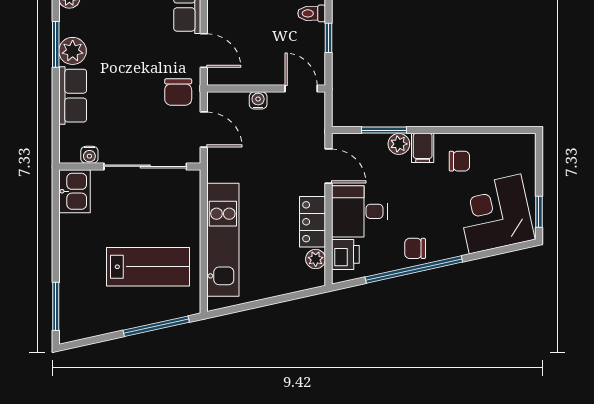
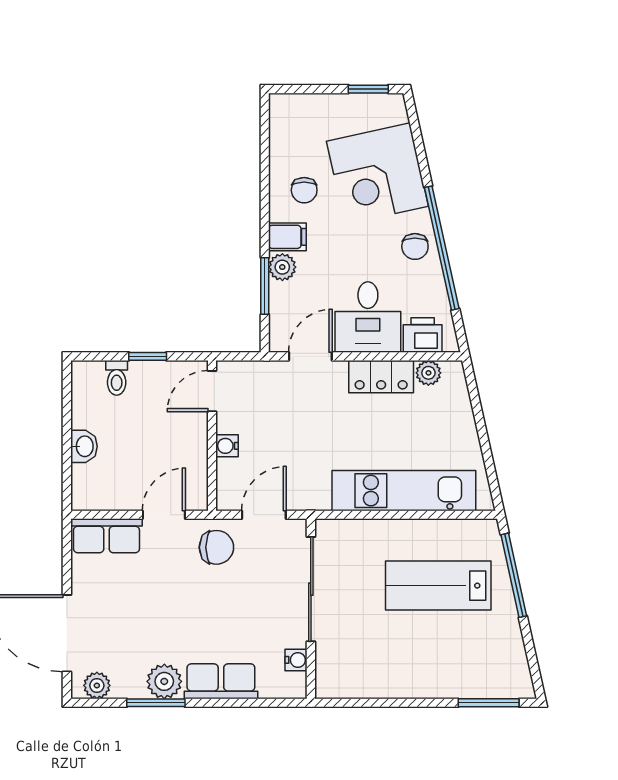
chair: (459, 161) -> (304, 190), turned 180
kitchen sink: (75, 191) -> (342, 679), removed
corner desk: (495, 214) -> (377, 174), moved
lab bench: (148, 267) -> (438, 586), turned -90

